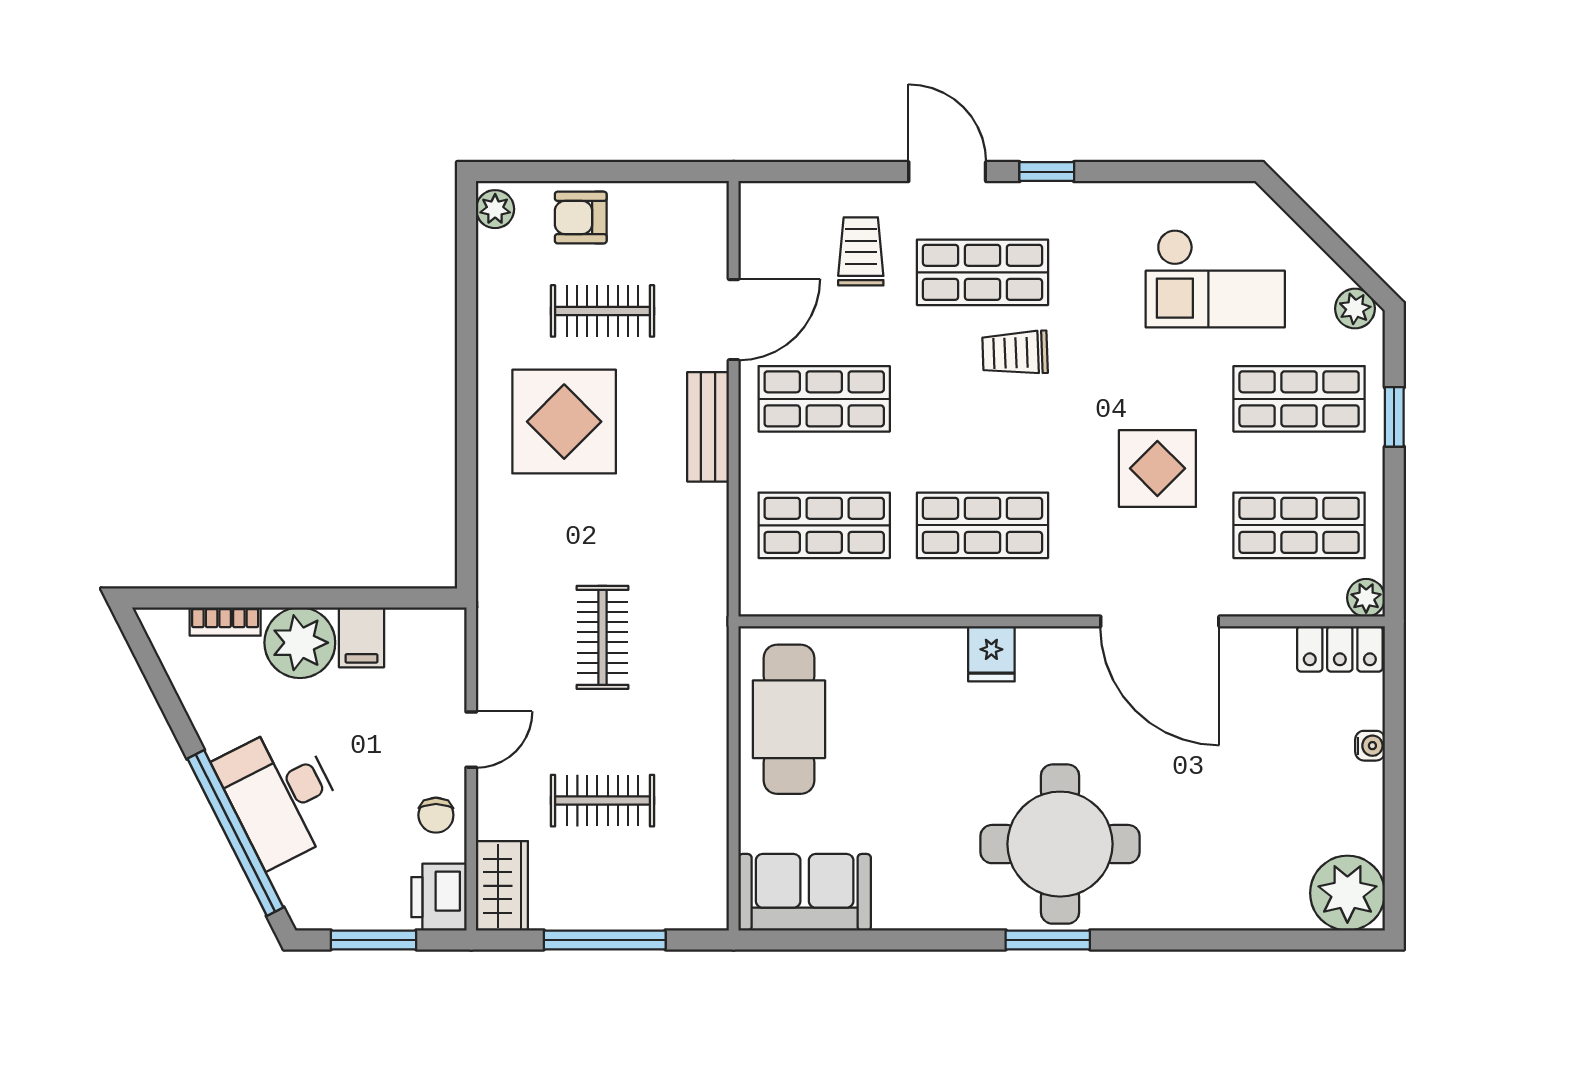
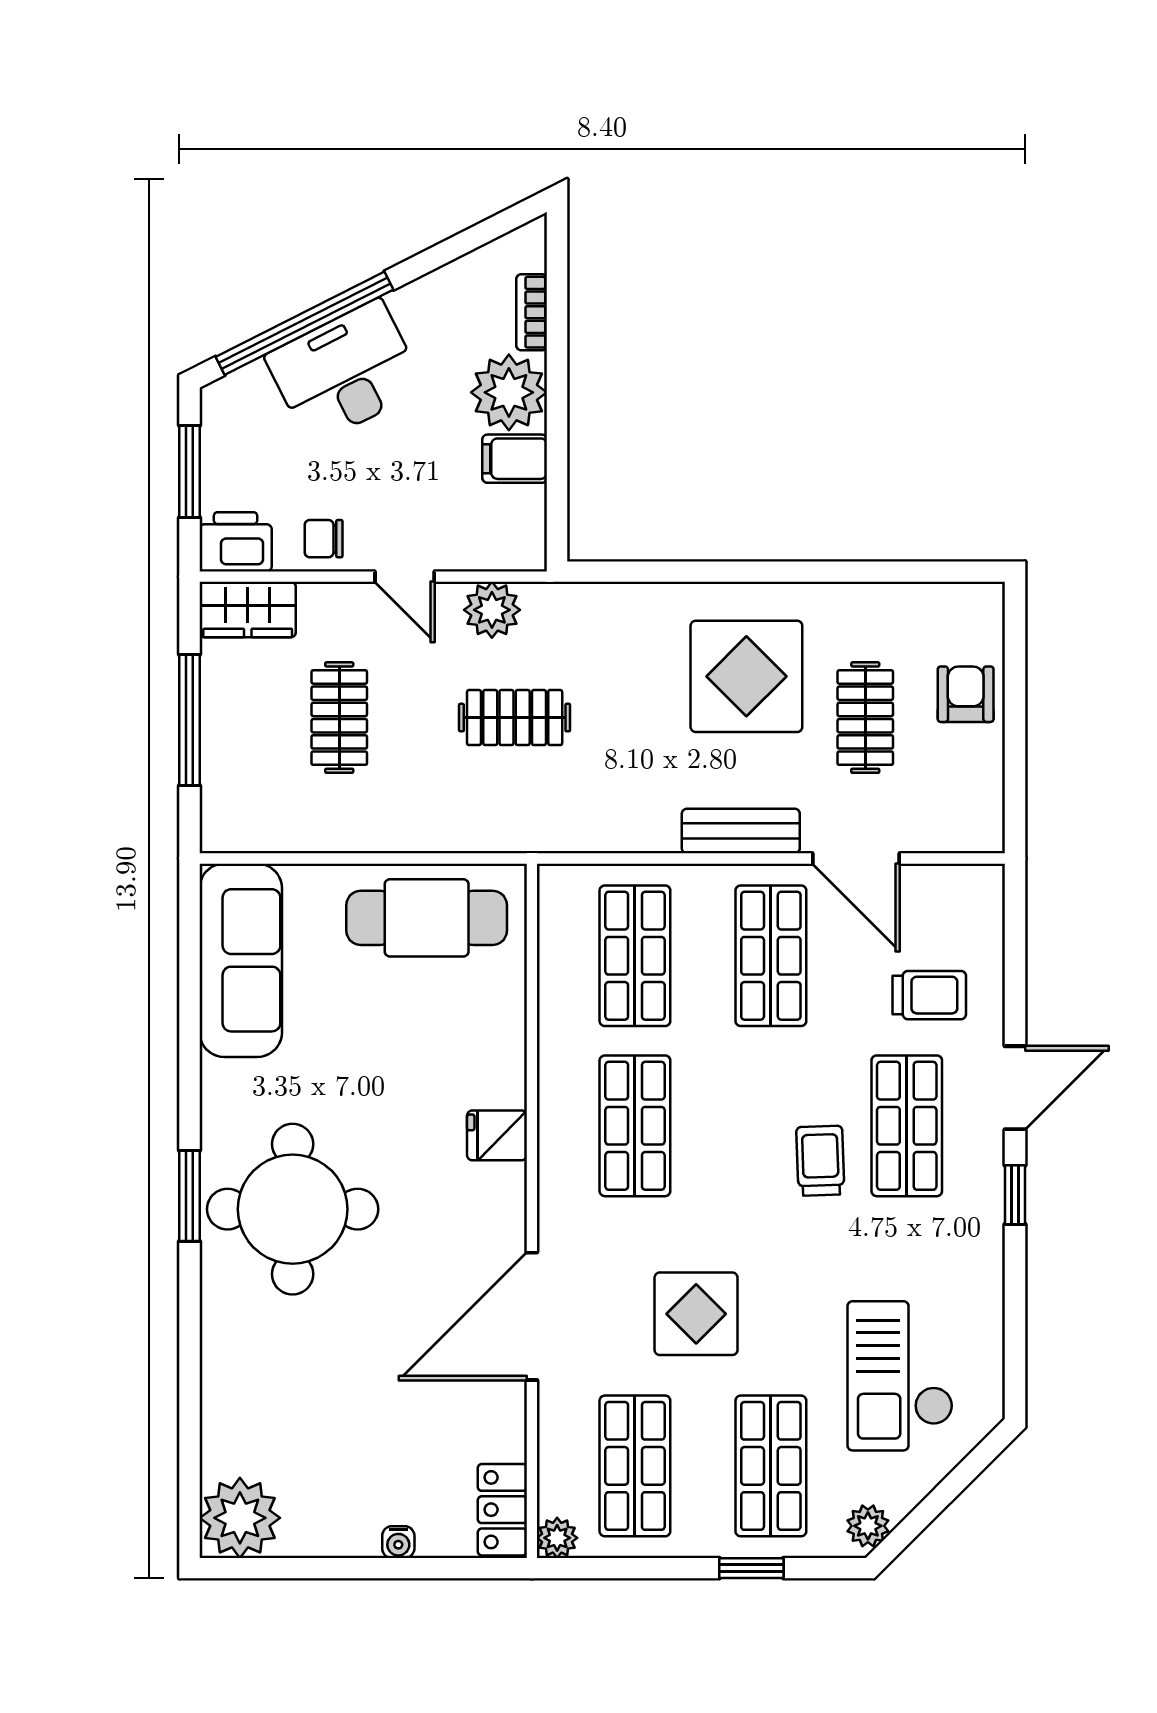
plant: (495, 209) -> (492, 610), moved, width x1.38, depth x1.38
sofa: (805, 892) -> (241, 960), width x1.36

